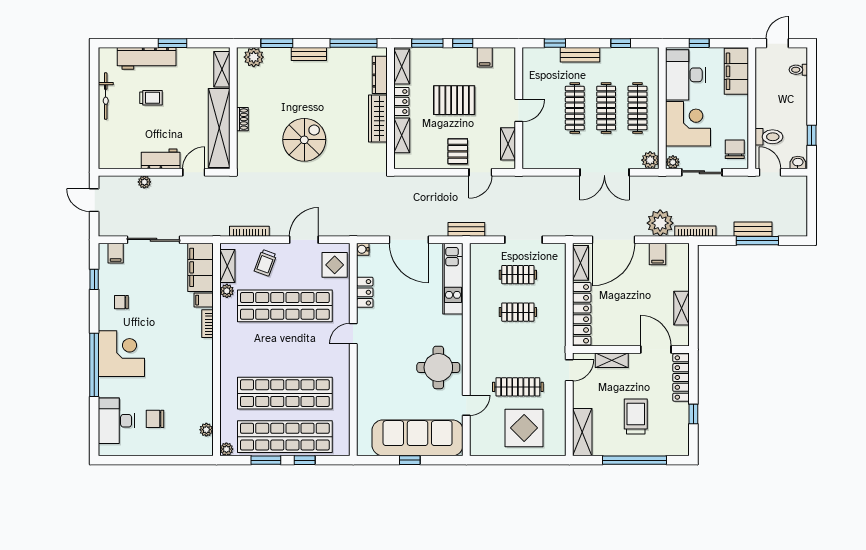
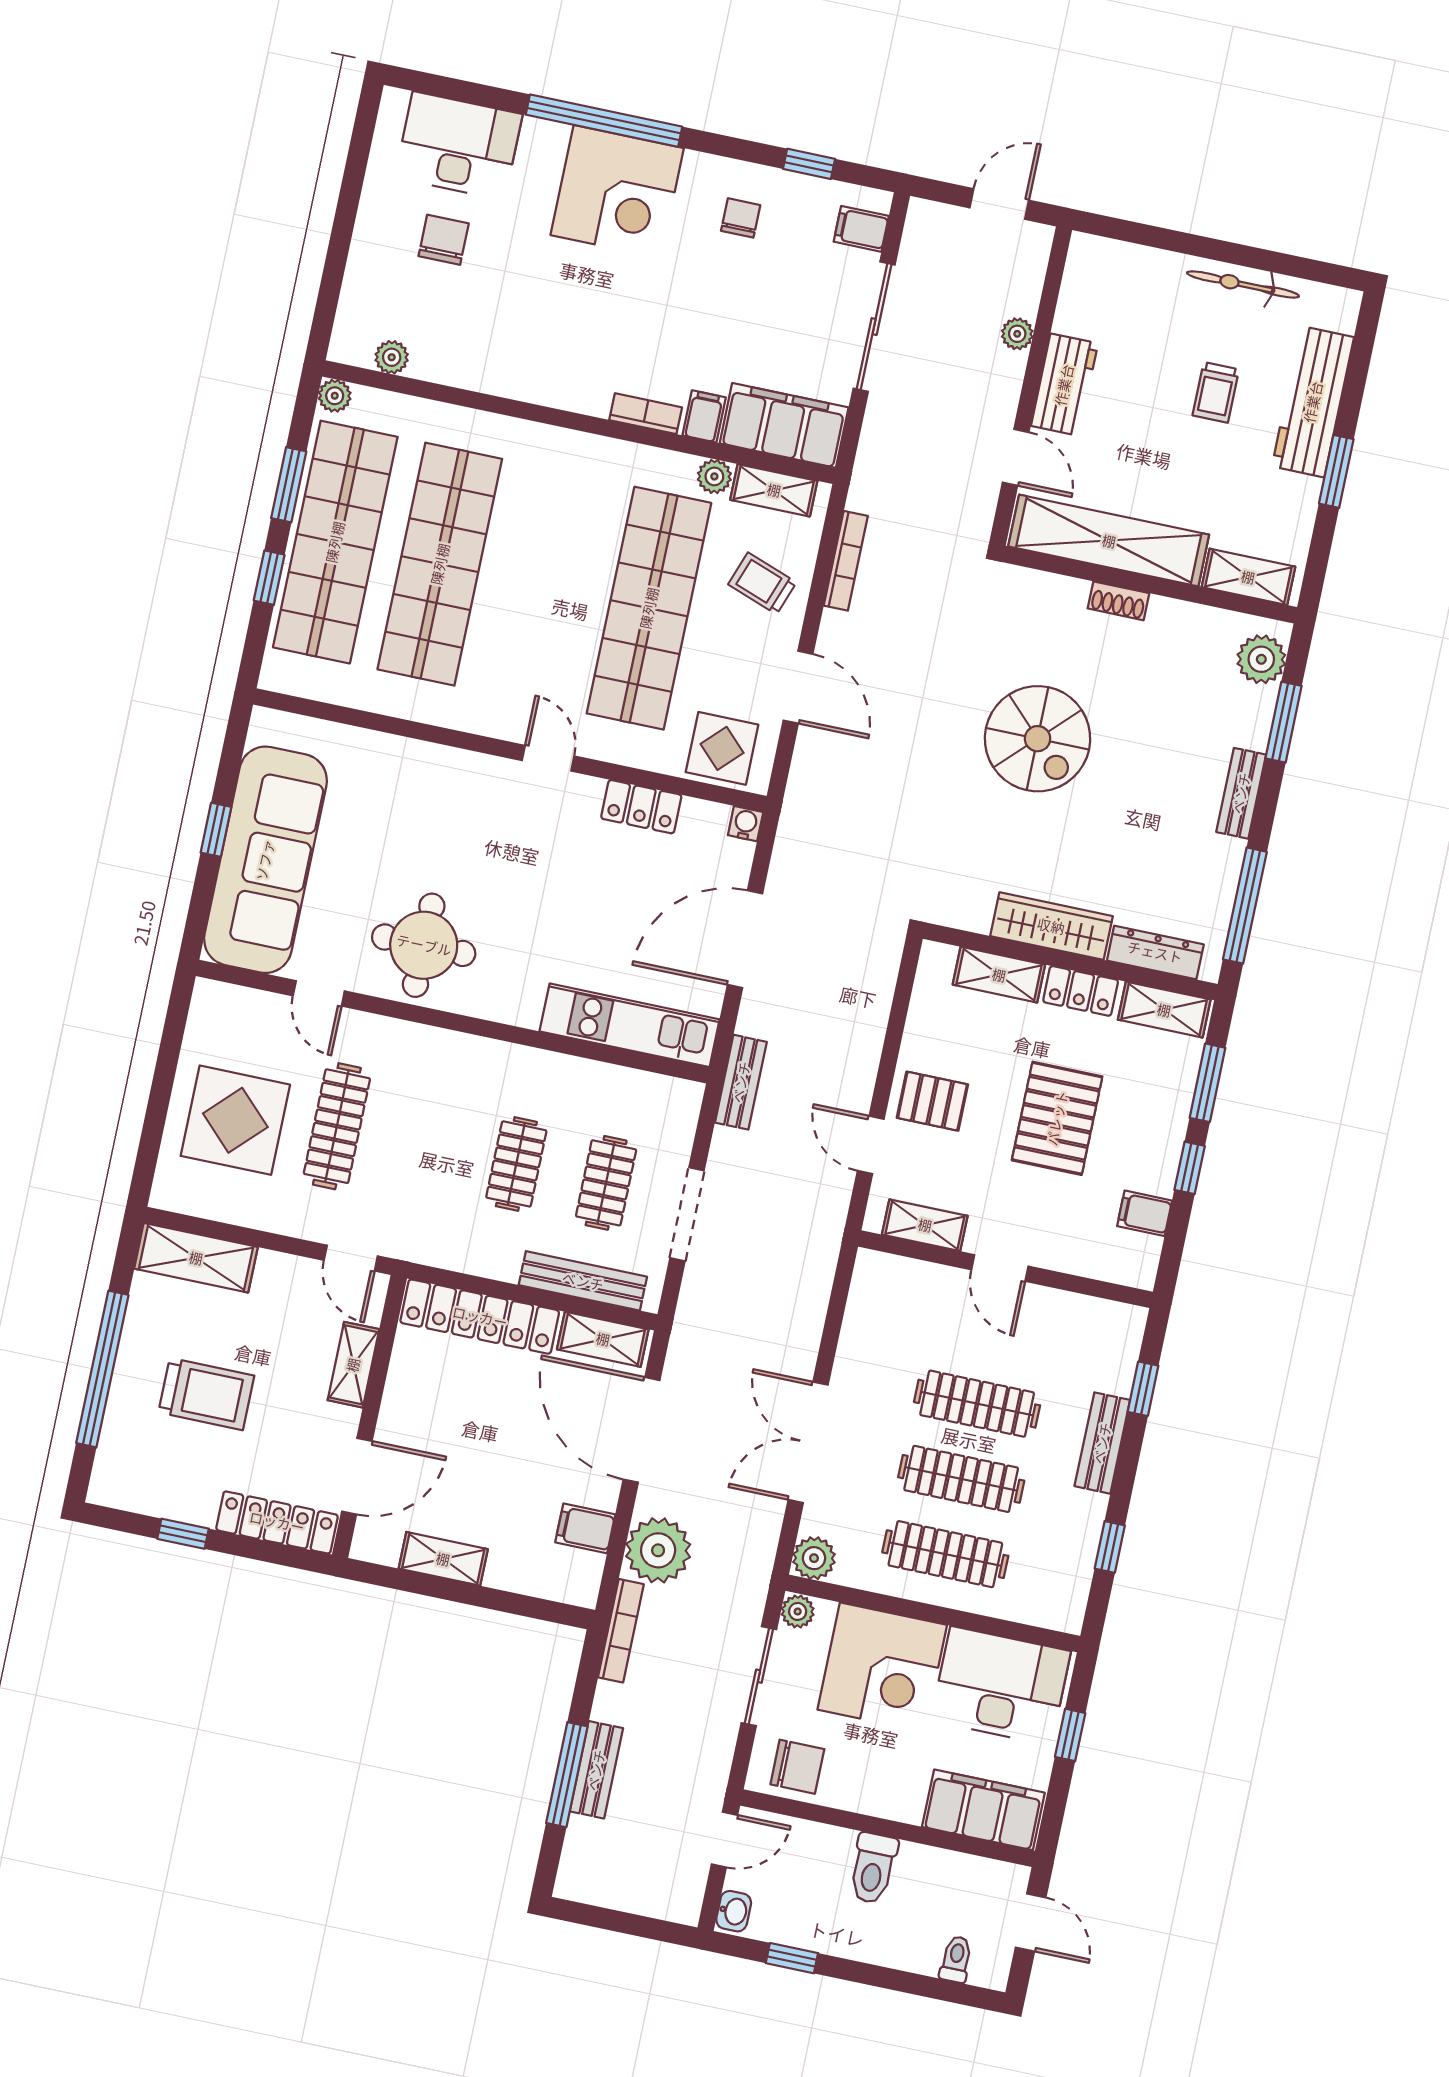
toilet: (769, 137) -> (873, 1868), moved
bench: (559, 276) -> (583, 1281), added

